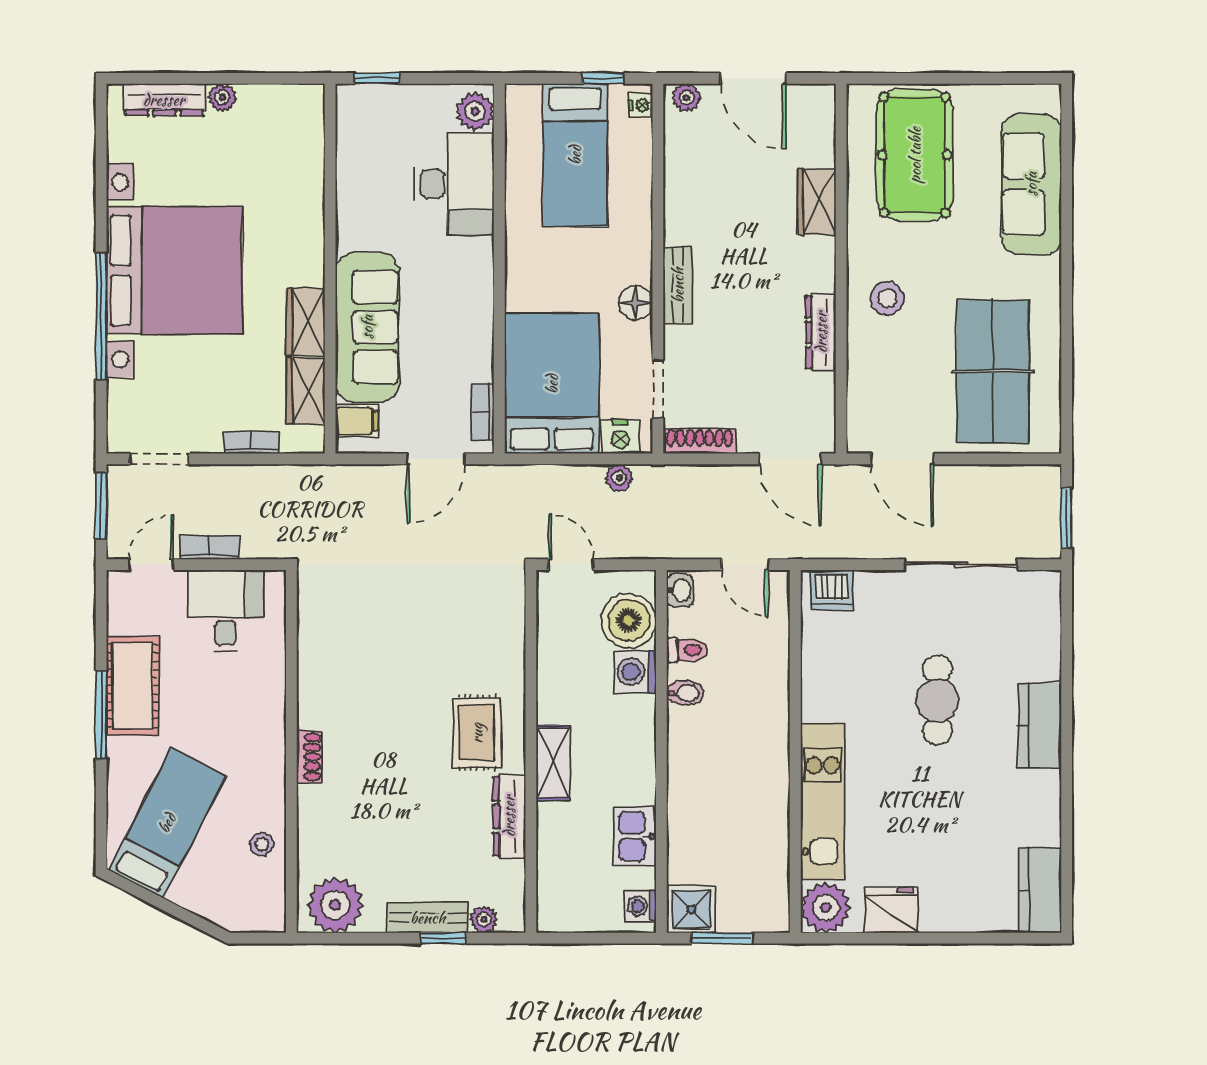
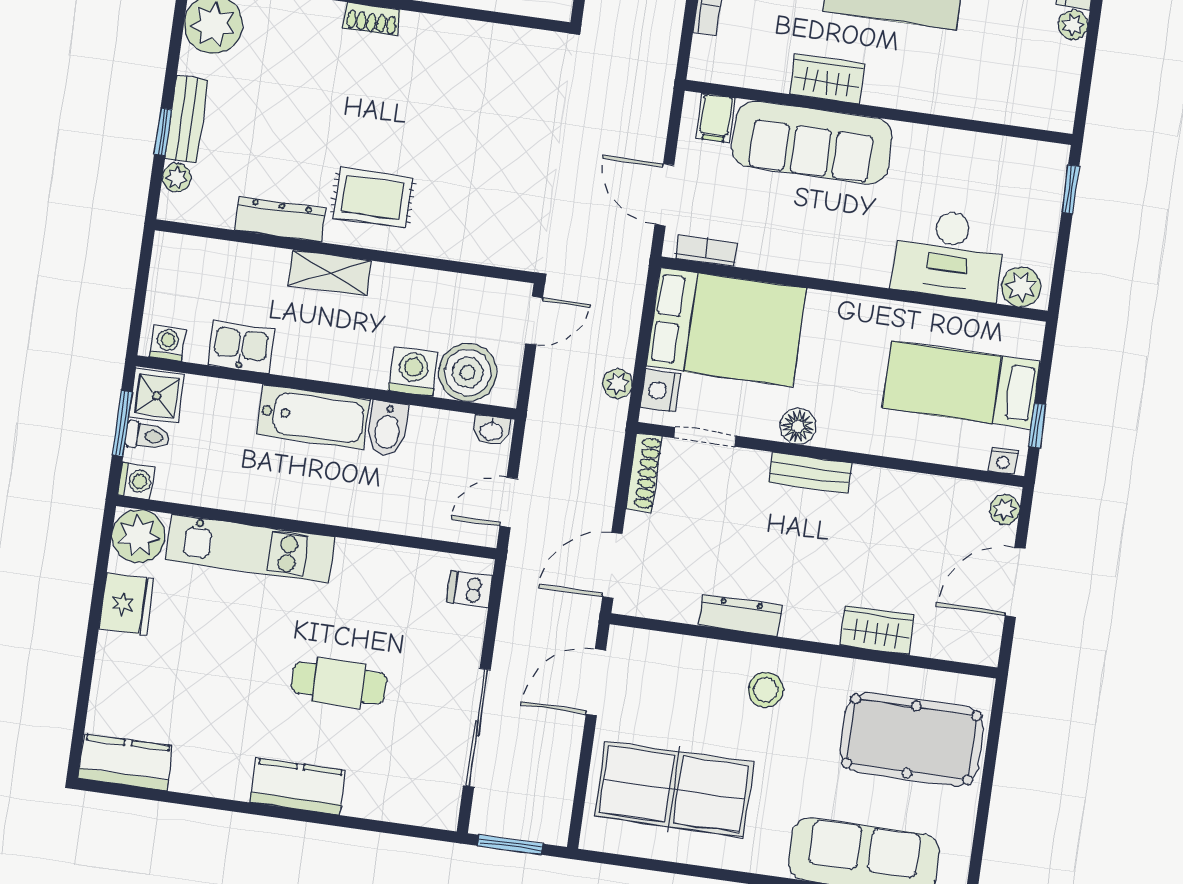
wardrobe: (306, 391) -> (755, 69), removed
dishwasher: (832, 590) -> (470, 589), width x0.73
toilet: (687, 650) -> (148, 436), moved, turned -90
bidet: (685, 693) -> (387, 428), width x1.38, depth x1.36
bathtub: (691, 760) -> (313, 417), added
washing machine: (774, 917) -> (136, 481), added

